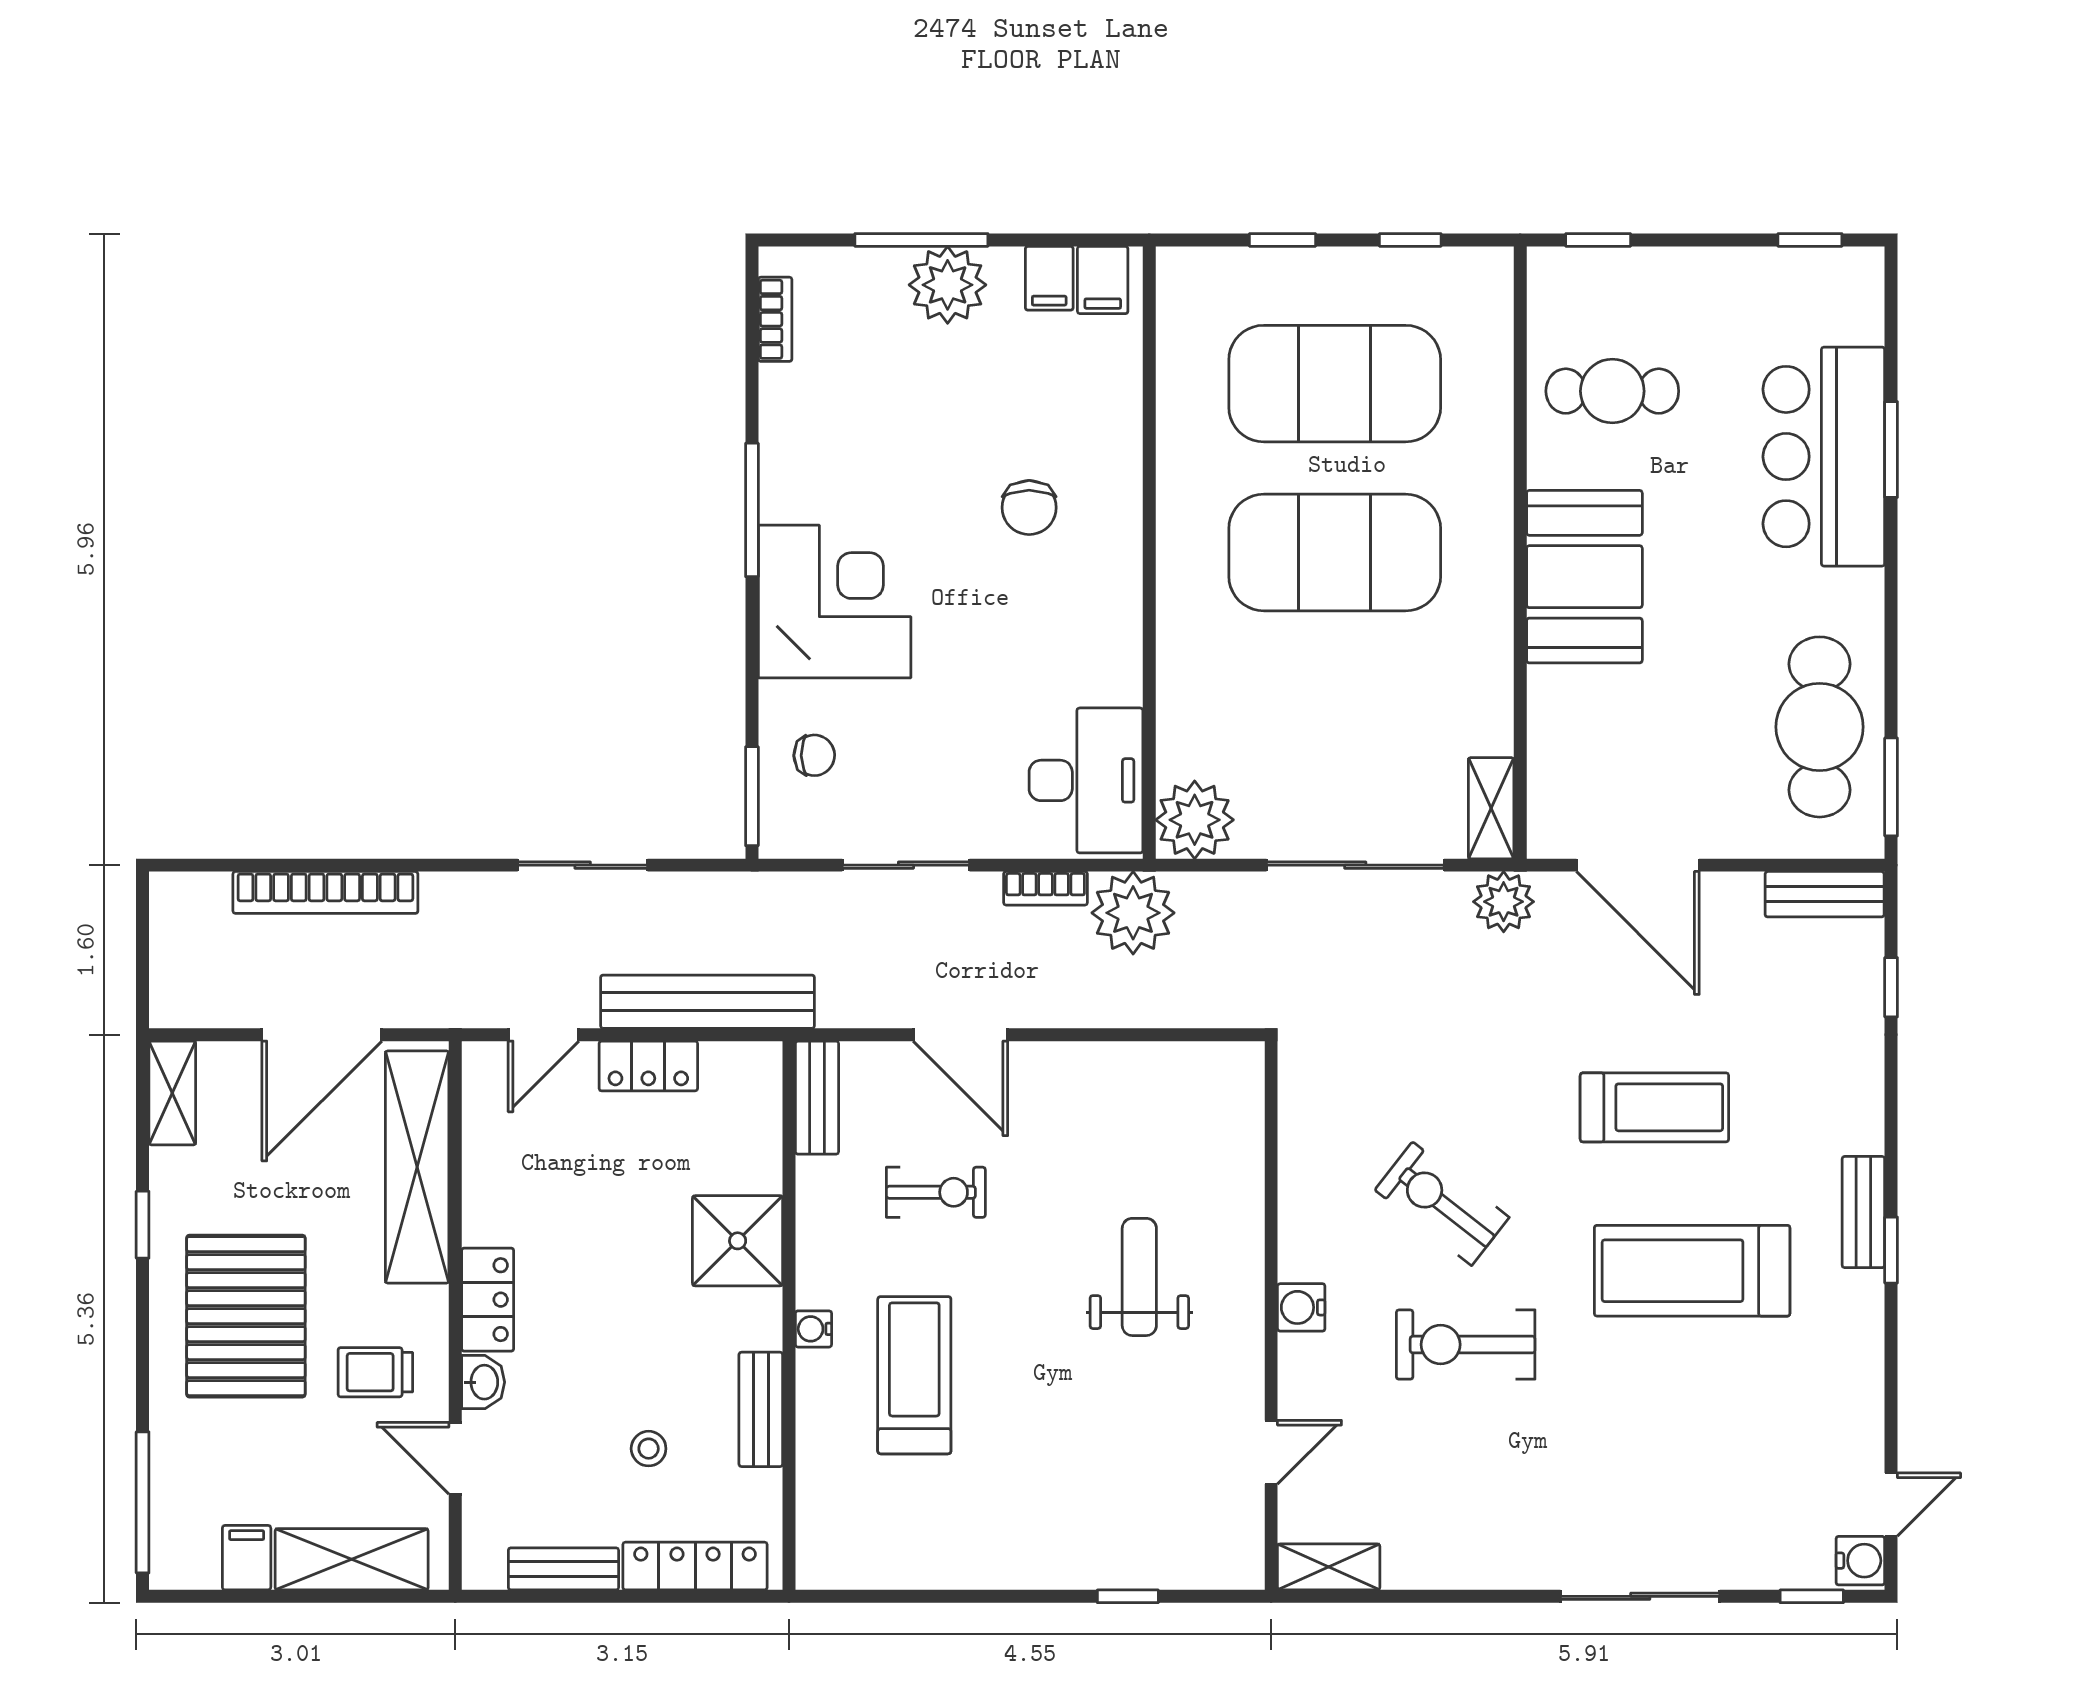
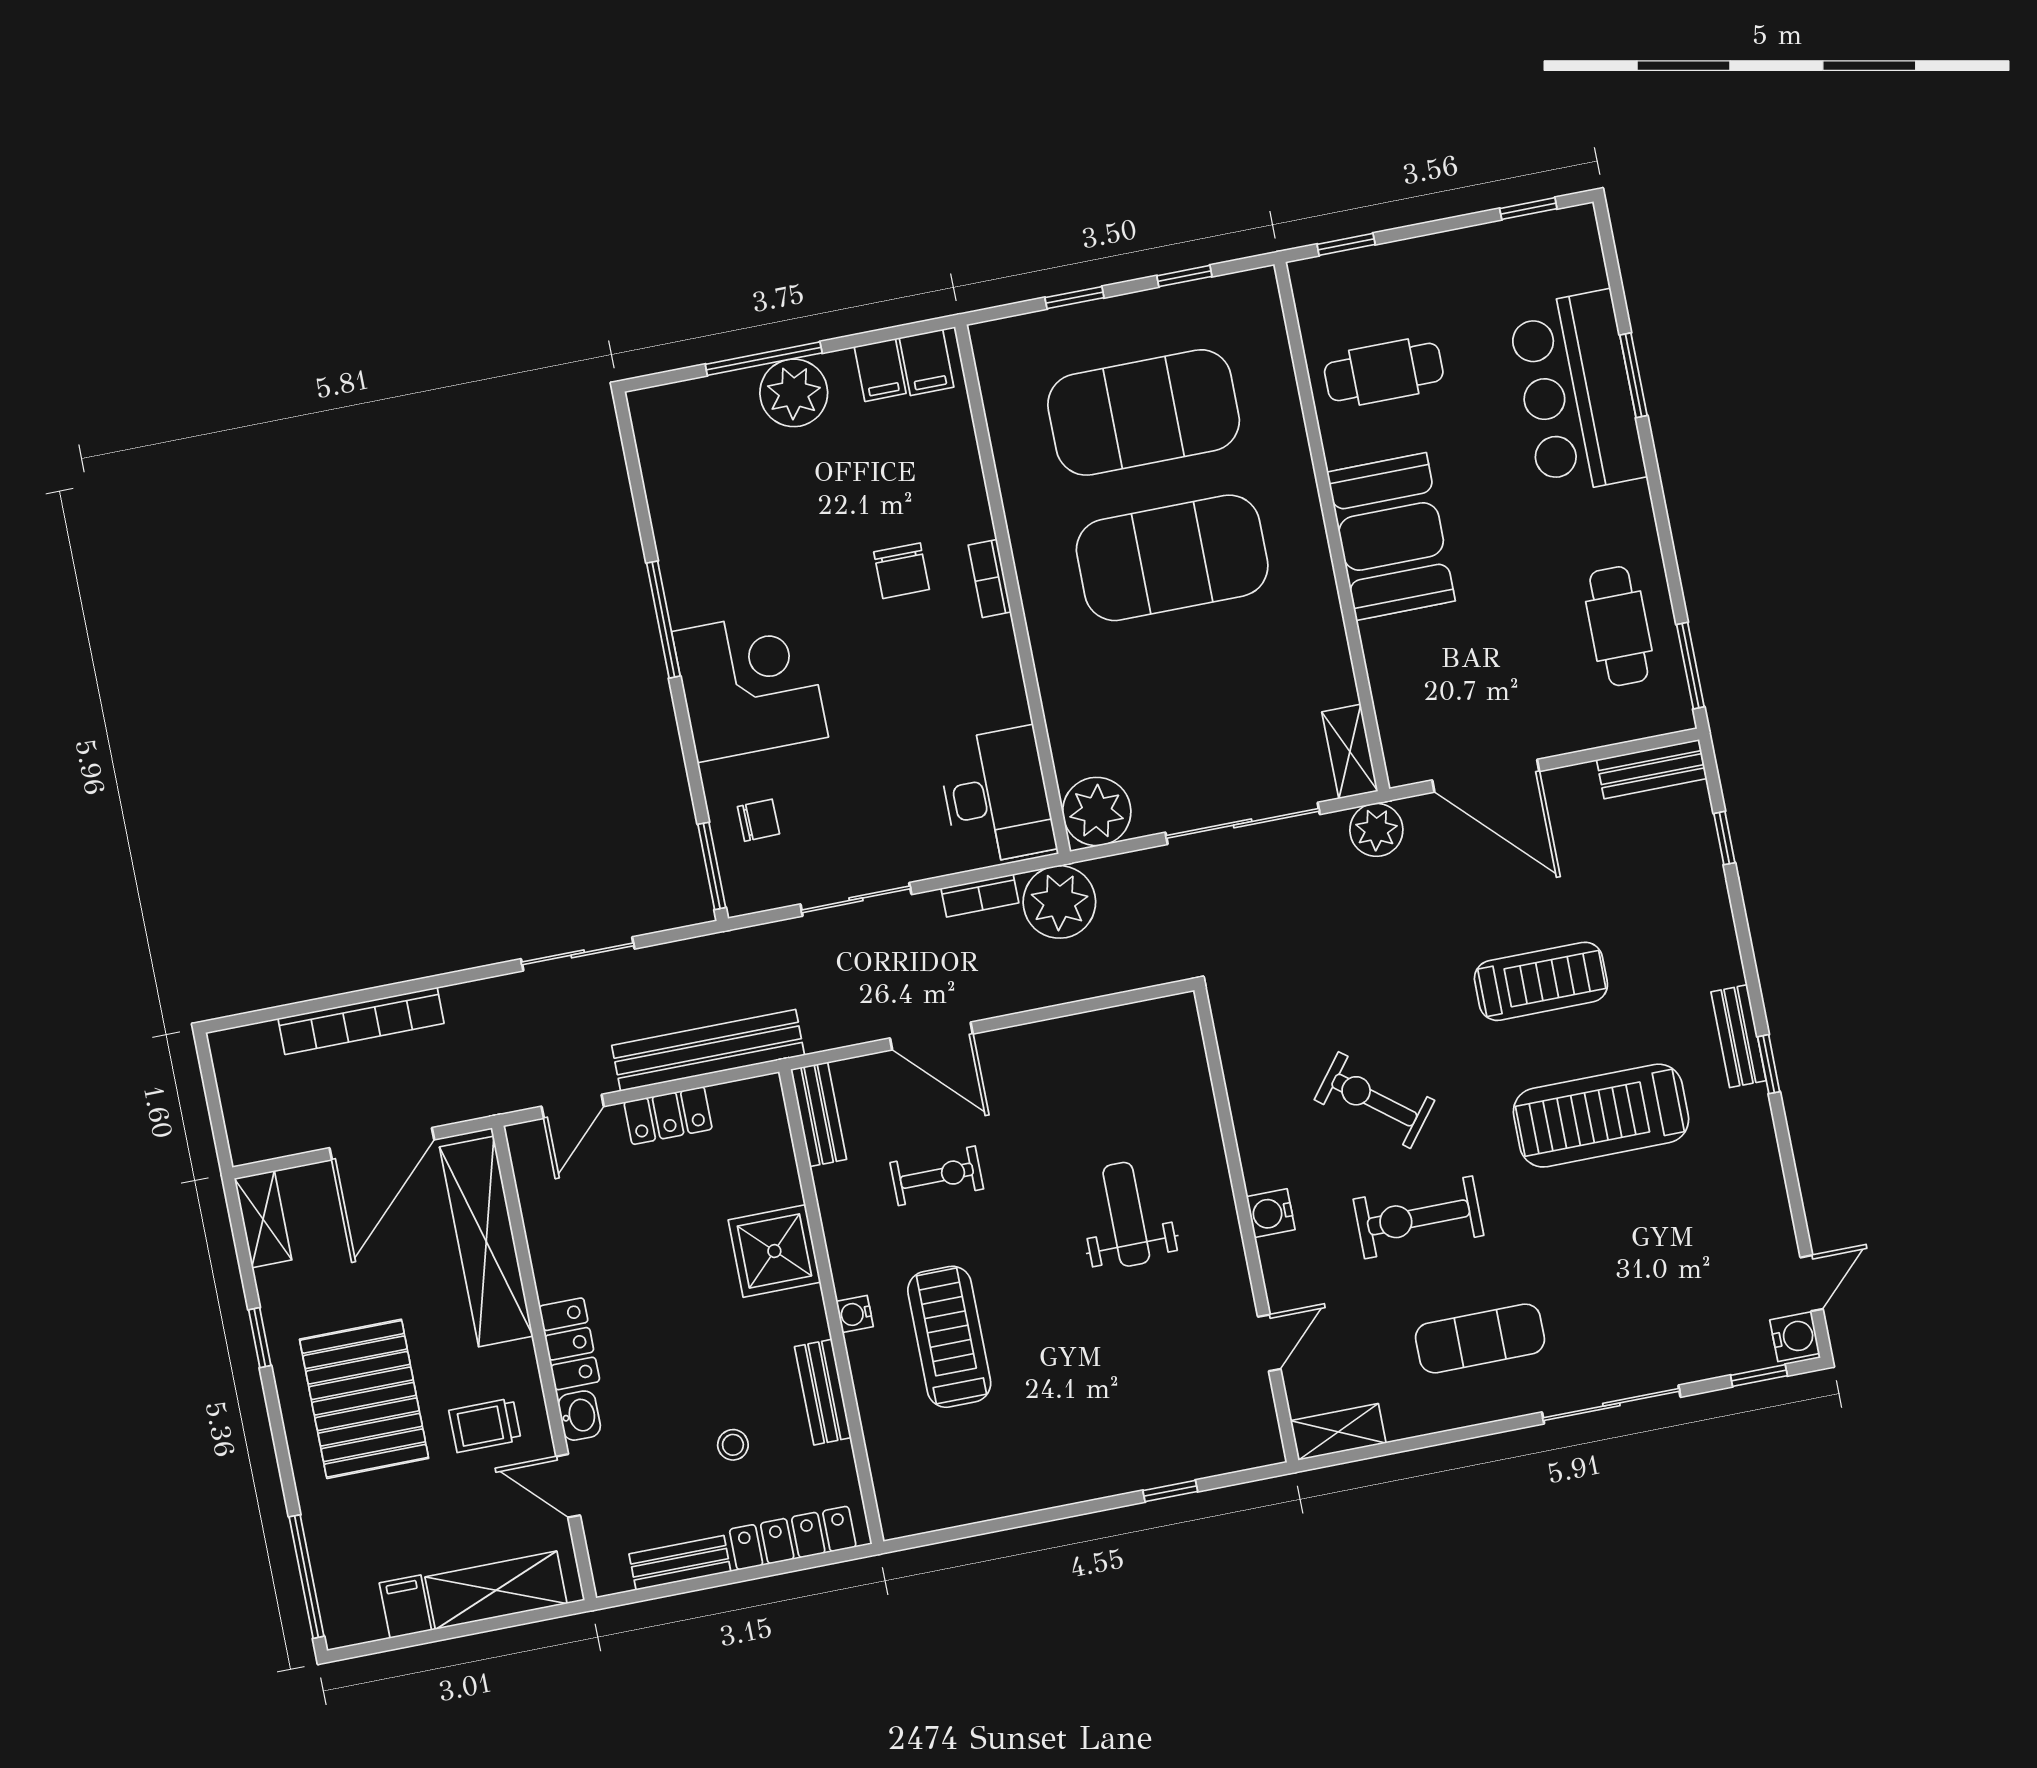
bookcase: (775, 319) -> (990, 578), moved, turned 180
cafe table: (1820, 727) -> (1619, 626), width x0.73, depth x0.74
exercise mat: (1508, 1494) -> (1480, 1338), added

